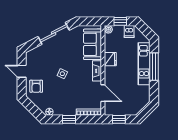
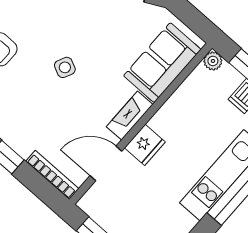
fridge: (110, 59) -> (145, 145), moved
door: (103, 93) -> (106, 163), swing flipped

